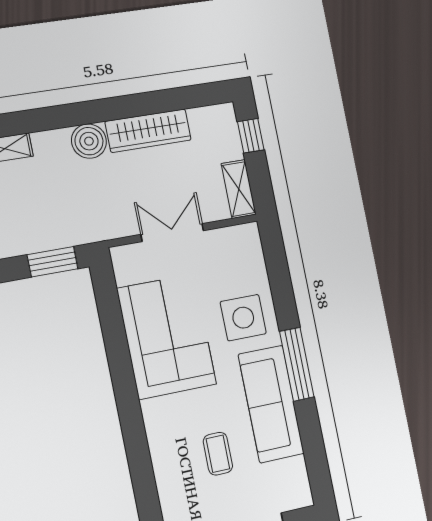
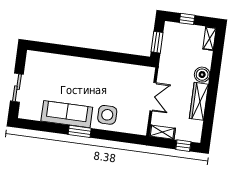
corner sofa: (167, 336) -> (110, 79), removed
window: (297, 364) -> (80, 131), width x0.69
coffee table: (218, 454) -> (54, 84), removed

